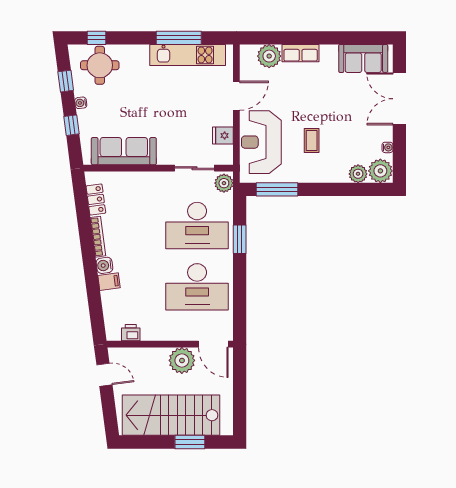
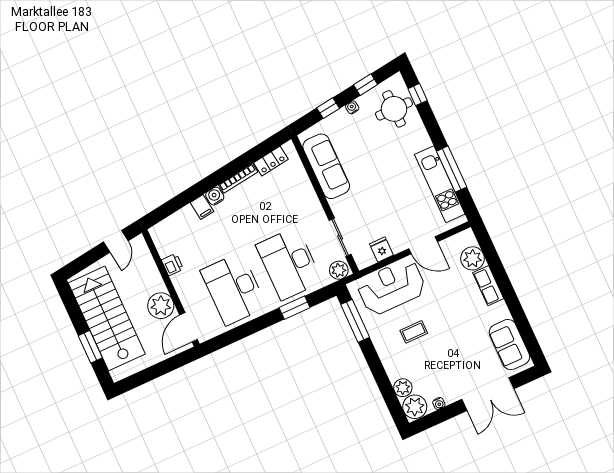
double door: (399, 99) -> (488, 394), swing flipped
printer: (131, 333) -> (172, 265), moved

